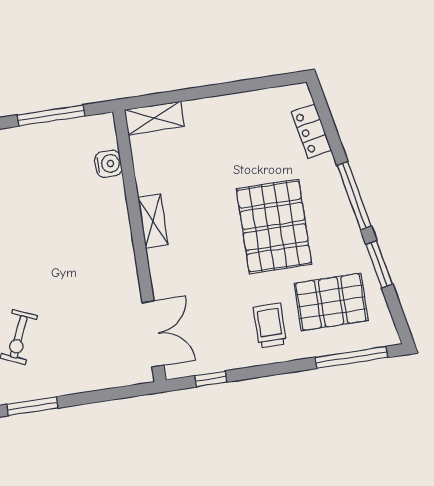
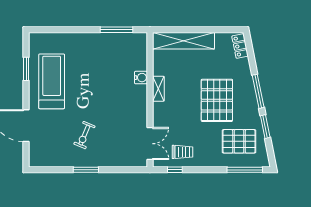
shelving: (154, 118) -> (183, 41), width x2.20, depth x1.33
locker: (312, 131) -> (240, 46), moved
water cooler: (108, 164) -> (141, 78), moved
trolley: (270, 325) -> (183, 152), moved, turned 90

